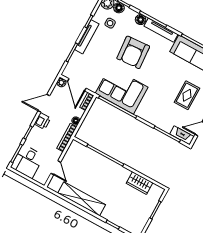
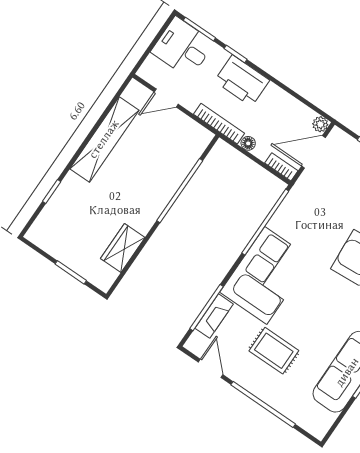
corner sofa: (122, 90) -> (266, 276), moved
door: (44, 103) -> (286, 88), removed
printer: (42, 121) -> (242, 81), width x1.87, depth x1.48
fireplace: (182, 135) -> (214, 316), moved

